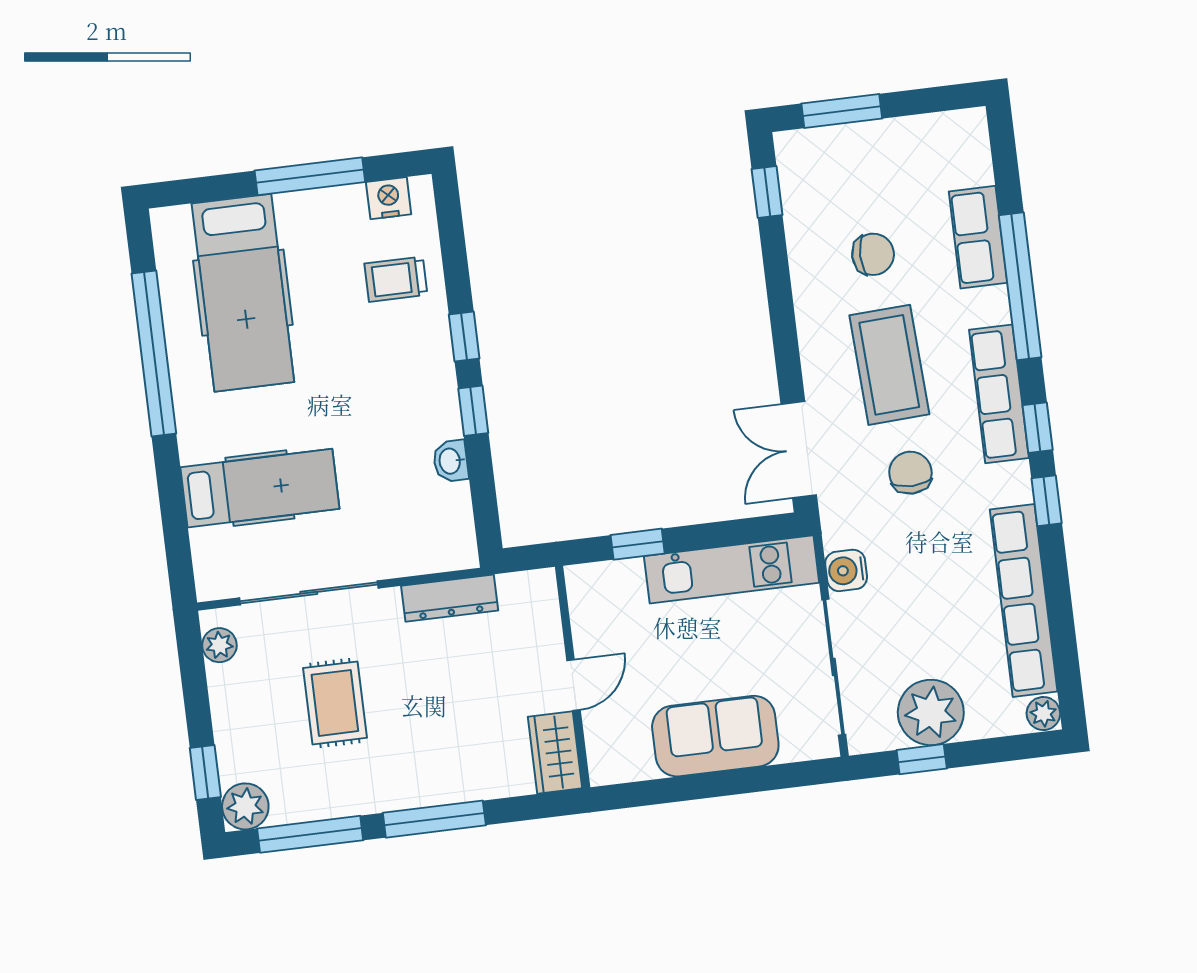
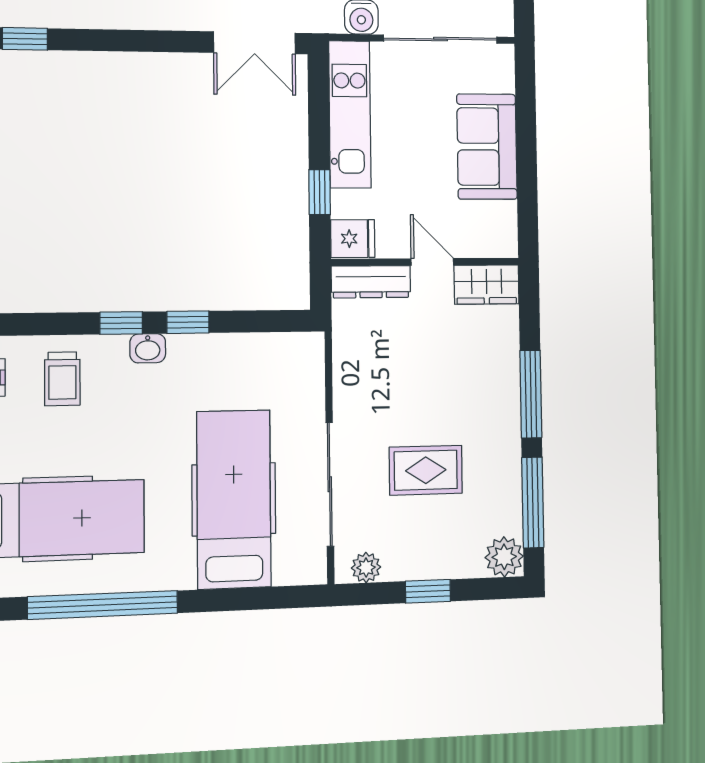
washbasin: (451, 461) -> (148, 348), moved
hospital bed: (260, 488) -> (234, 499), width x1.37, depth x1.29
fridge: (589, 589) -> (353, 239), added
dresser: (450, 598) -> (371, 282), moved, turned 90
window: (205, 772) -> (428, 591), moved

